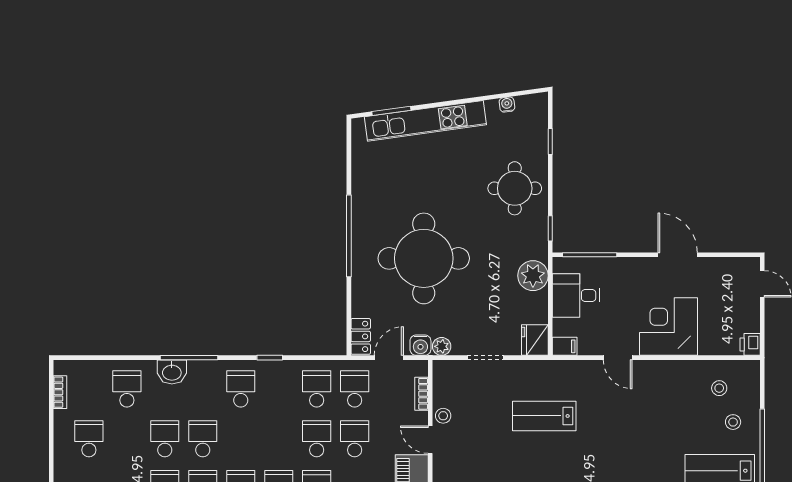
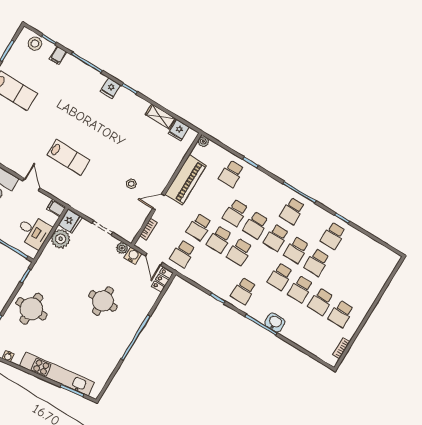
round table: (424, 258) -> (103, 301), width x0.54, depth x0.54
plant: (533, 276) -> (61, 239), moved
door: (389, 358) -> (154, 259), hinge flipped
school desk: (127, 389) -> (321, 301), moved
school desk: (317, 389) -> (239, 252), moved
stool: (443, 416) -> (131, 184), moved
lab bench: (544, 416) -> (69, 157), moved
door: (430, 440) -> (159, 202), swing flipped

